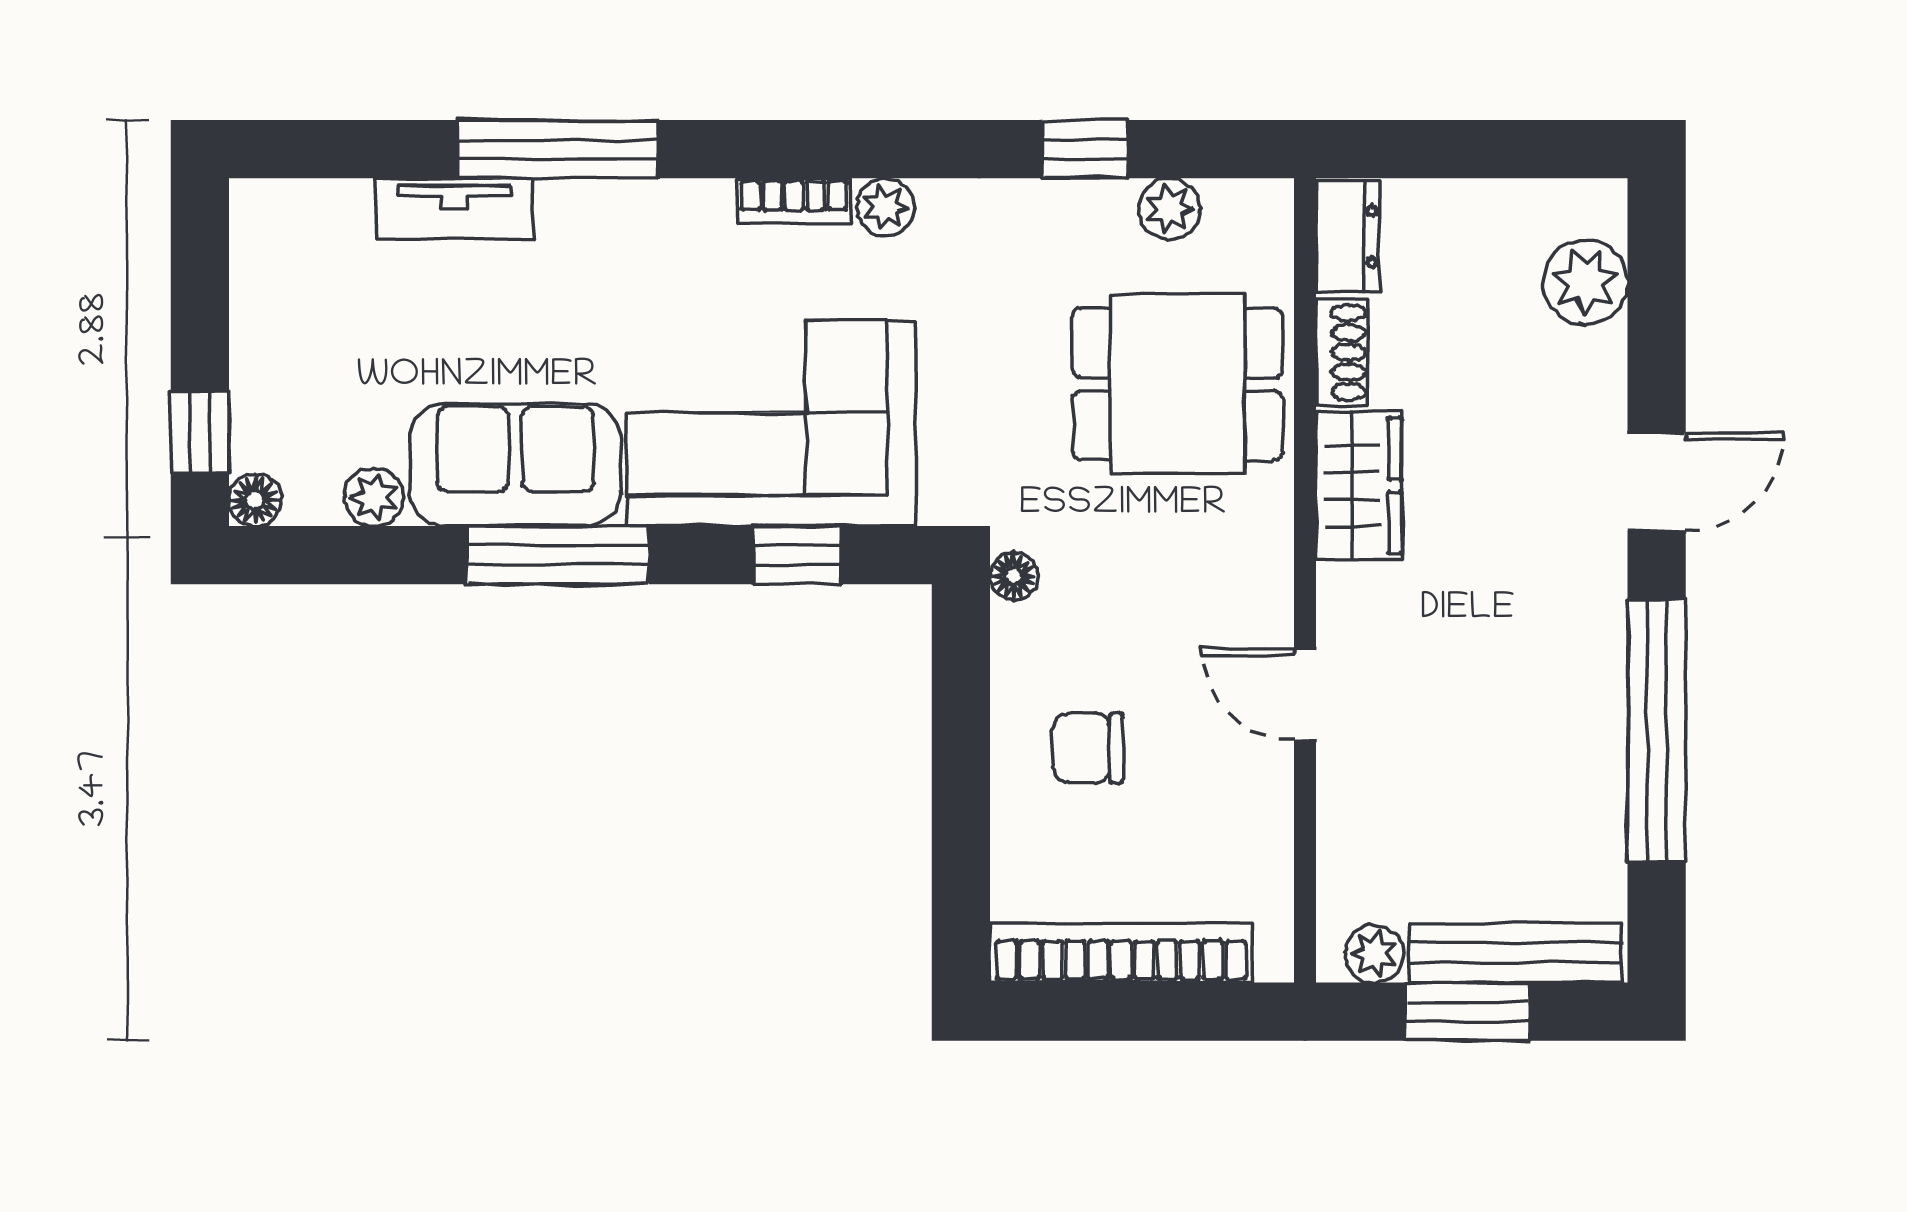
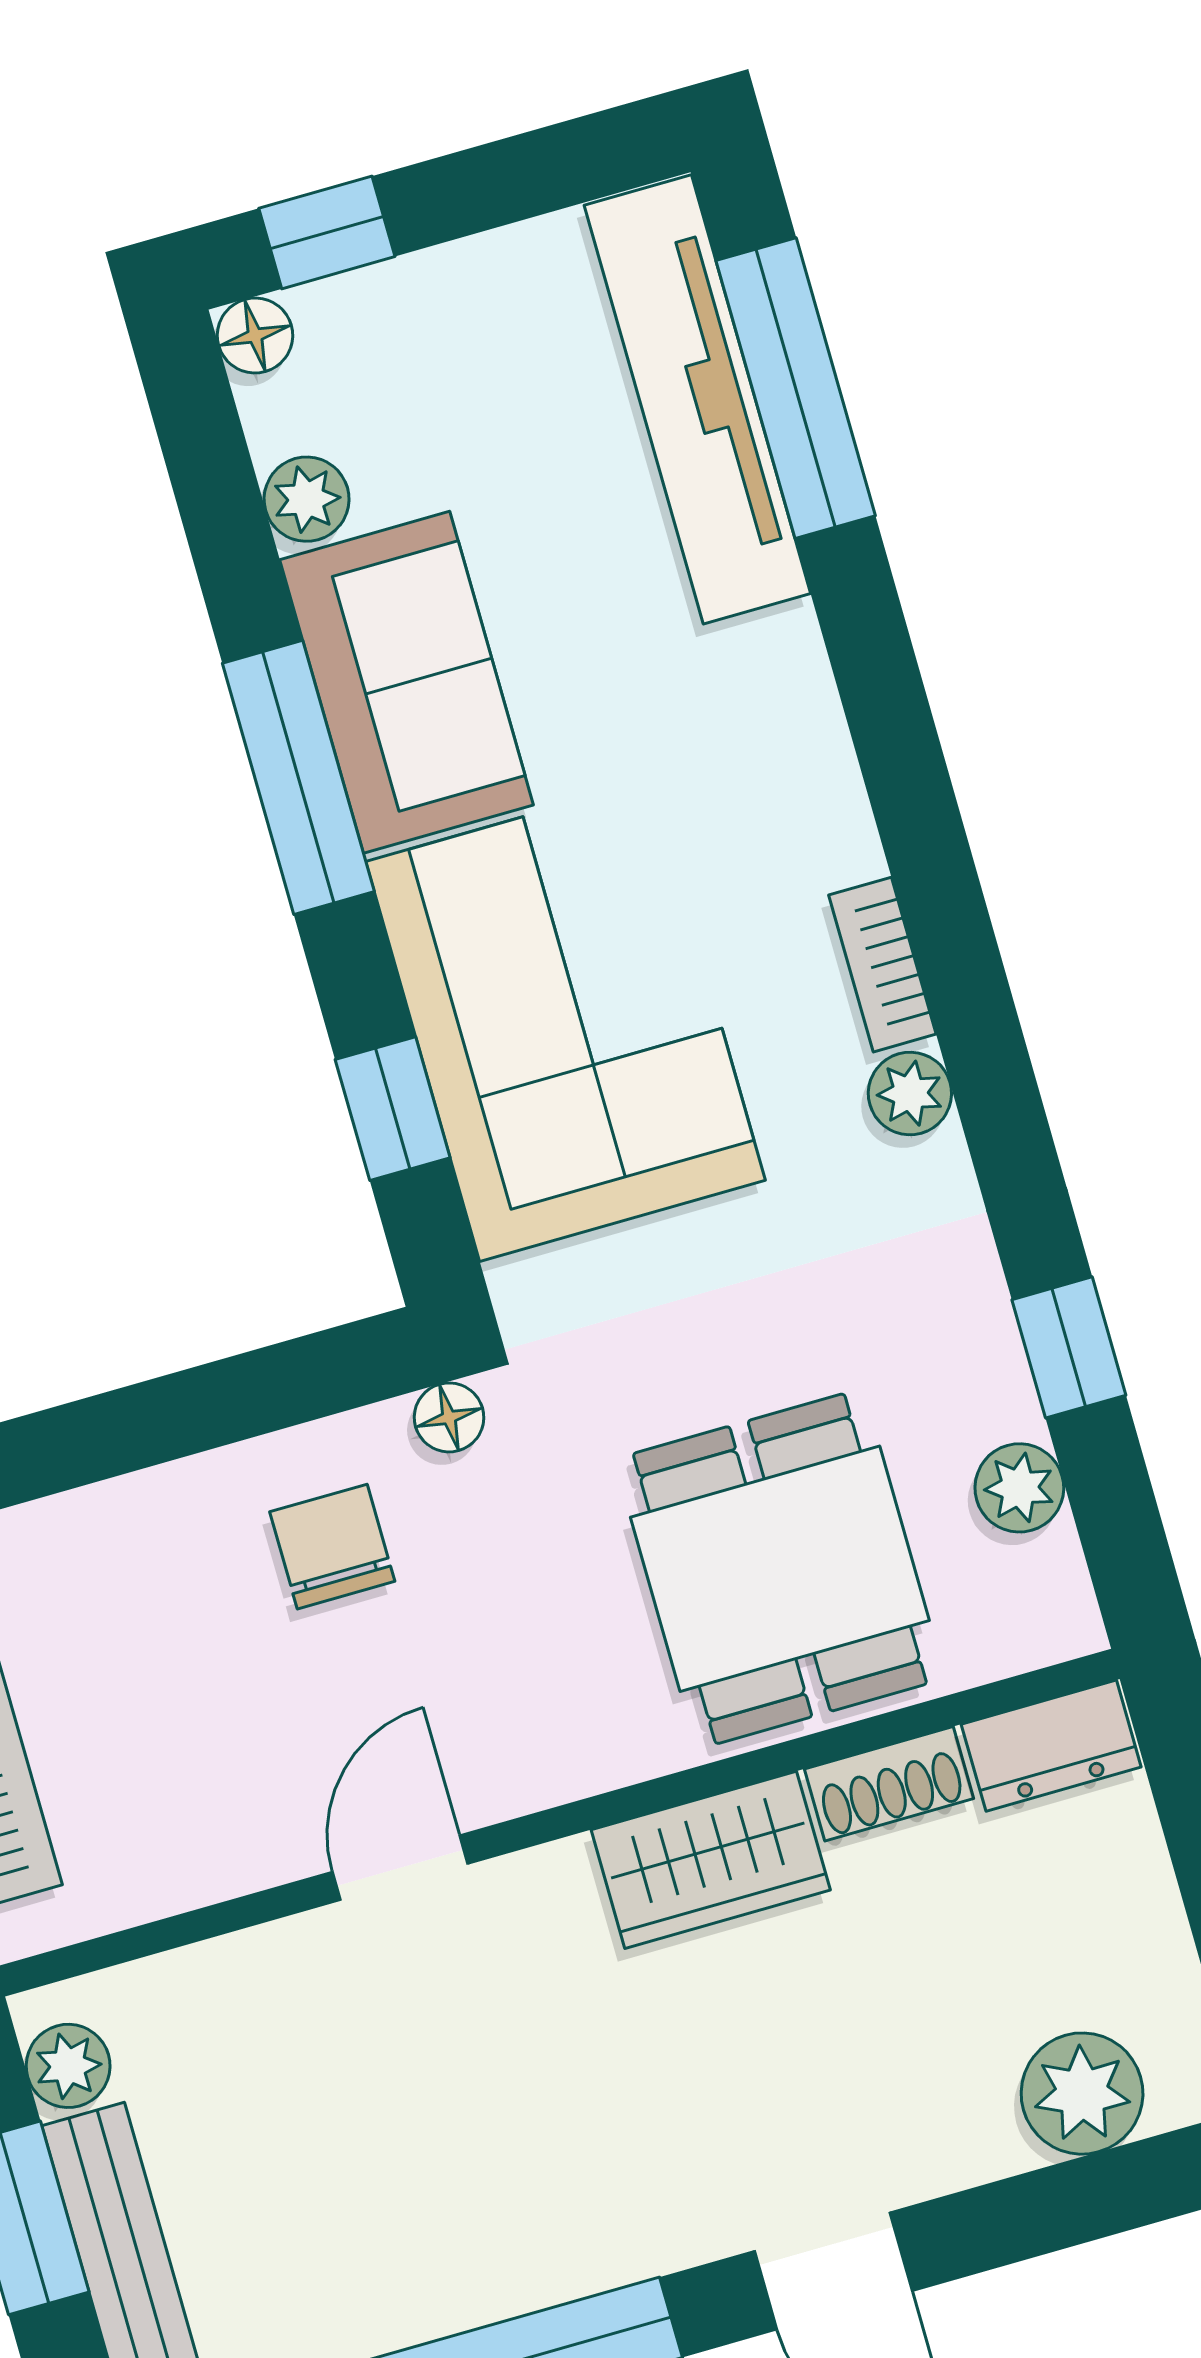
window: (557, 149) -> (796, 388), moved
tv unit: (454, 208) -> (697, 399), width x1.92, depth x1.29
chair: (1088, 748) -> (332, 1547), moved

